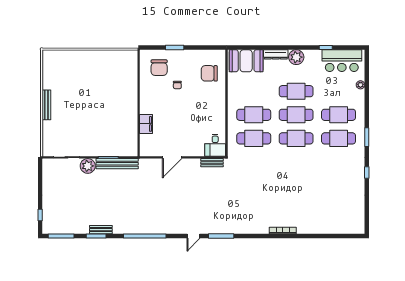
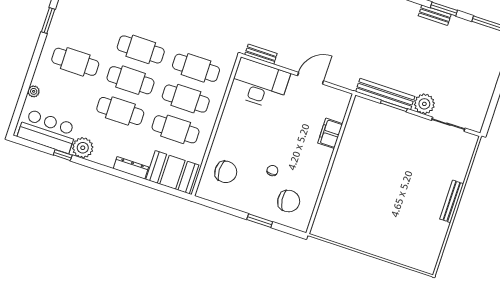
plant: (296, 57) -> (83, 148), moved
chair: (159, 68) -> (289, 201), turned 83
cafe table: (339, 138) -> (176, 129), moved
desk: (215, 145) -> (260, 84), width x1.87, depth x1.30

